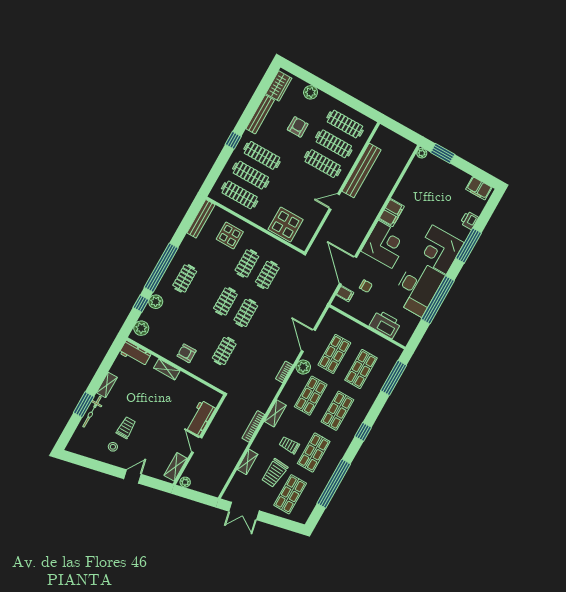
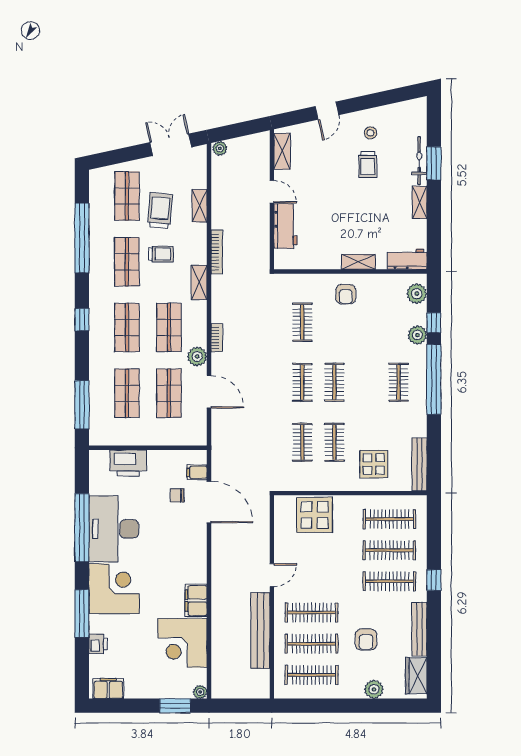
corner desk: (385, 244) -> (182, 643), moved
armchair: (187, 353) -> (346, 294), turned 90
plant: (185, 482) -> (220, 148), moved

